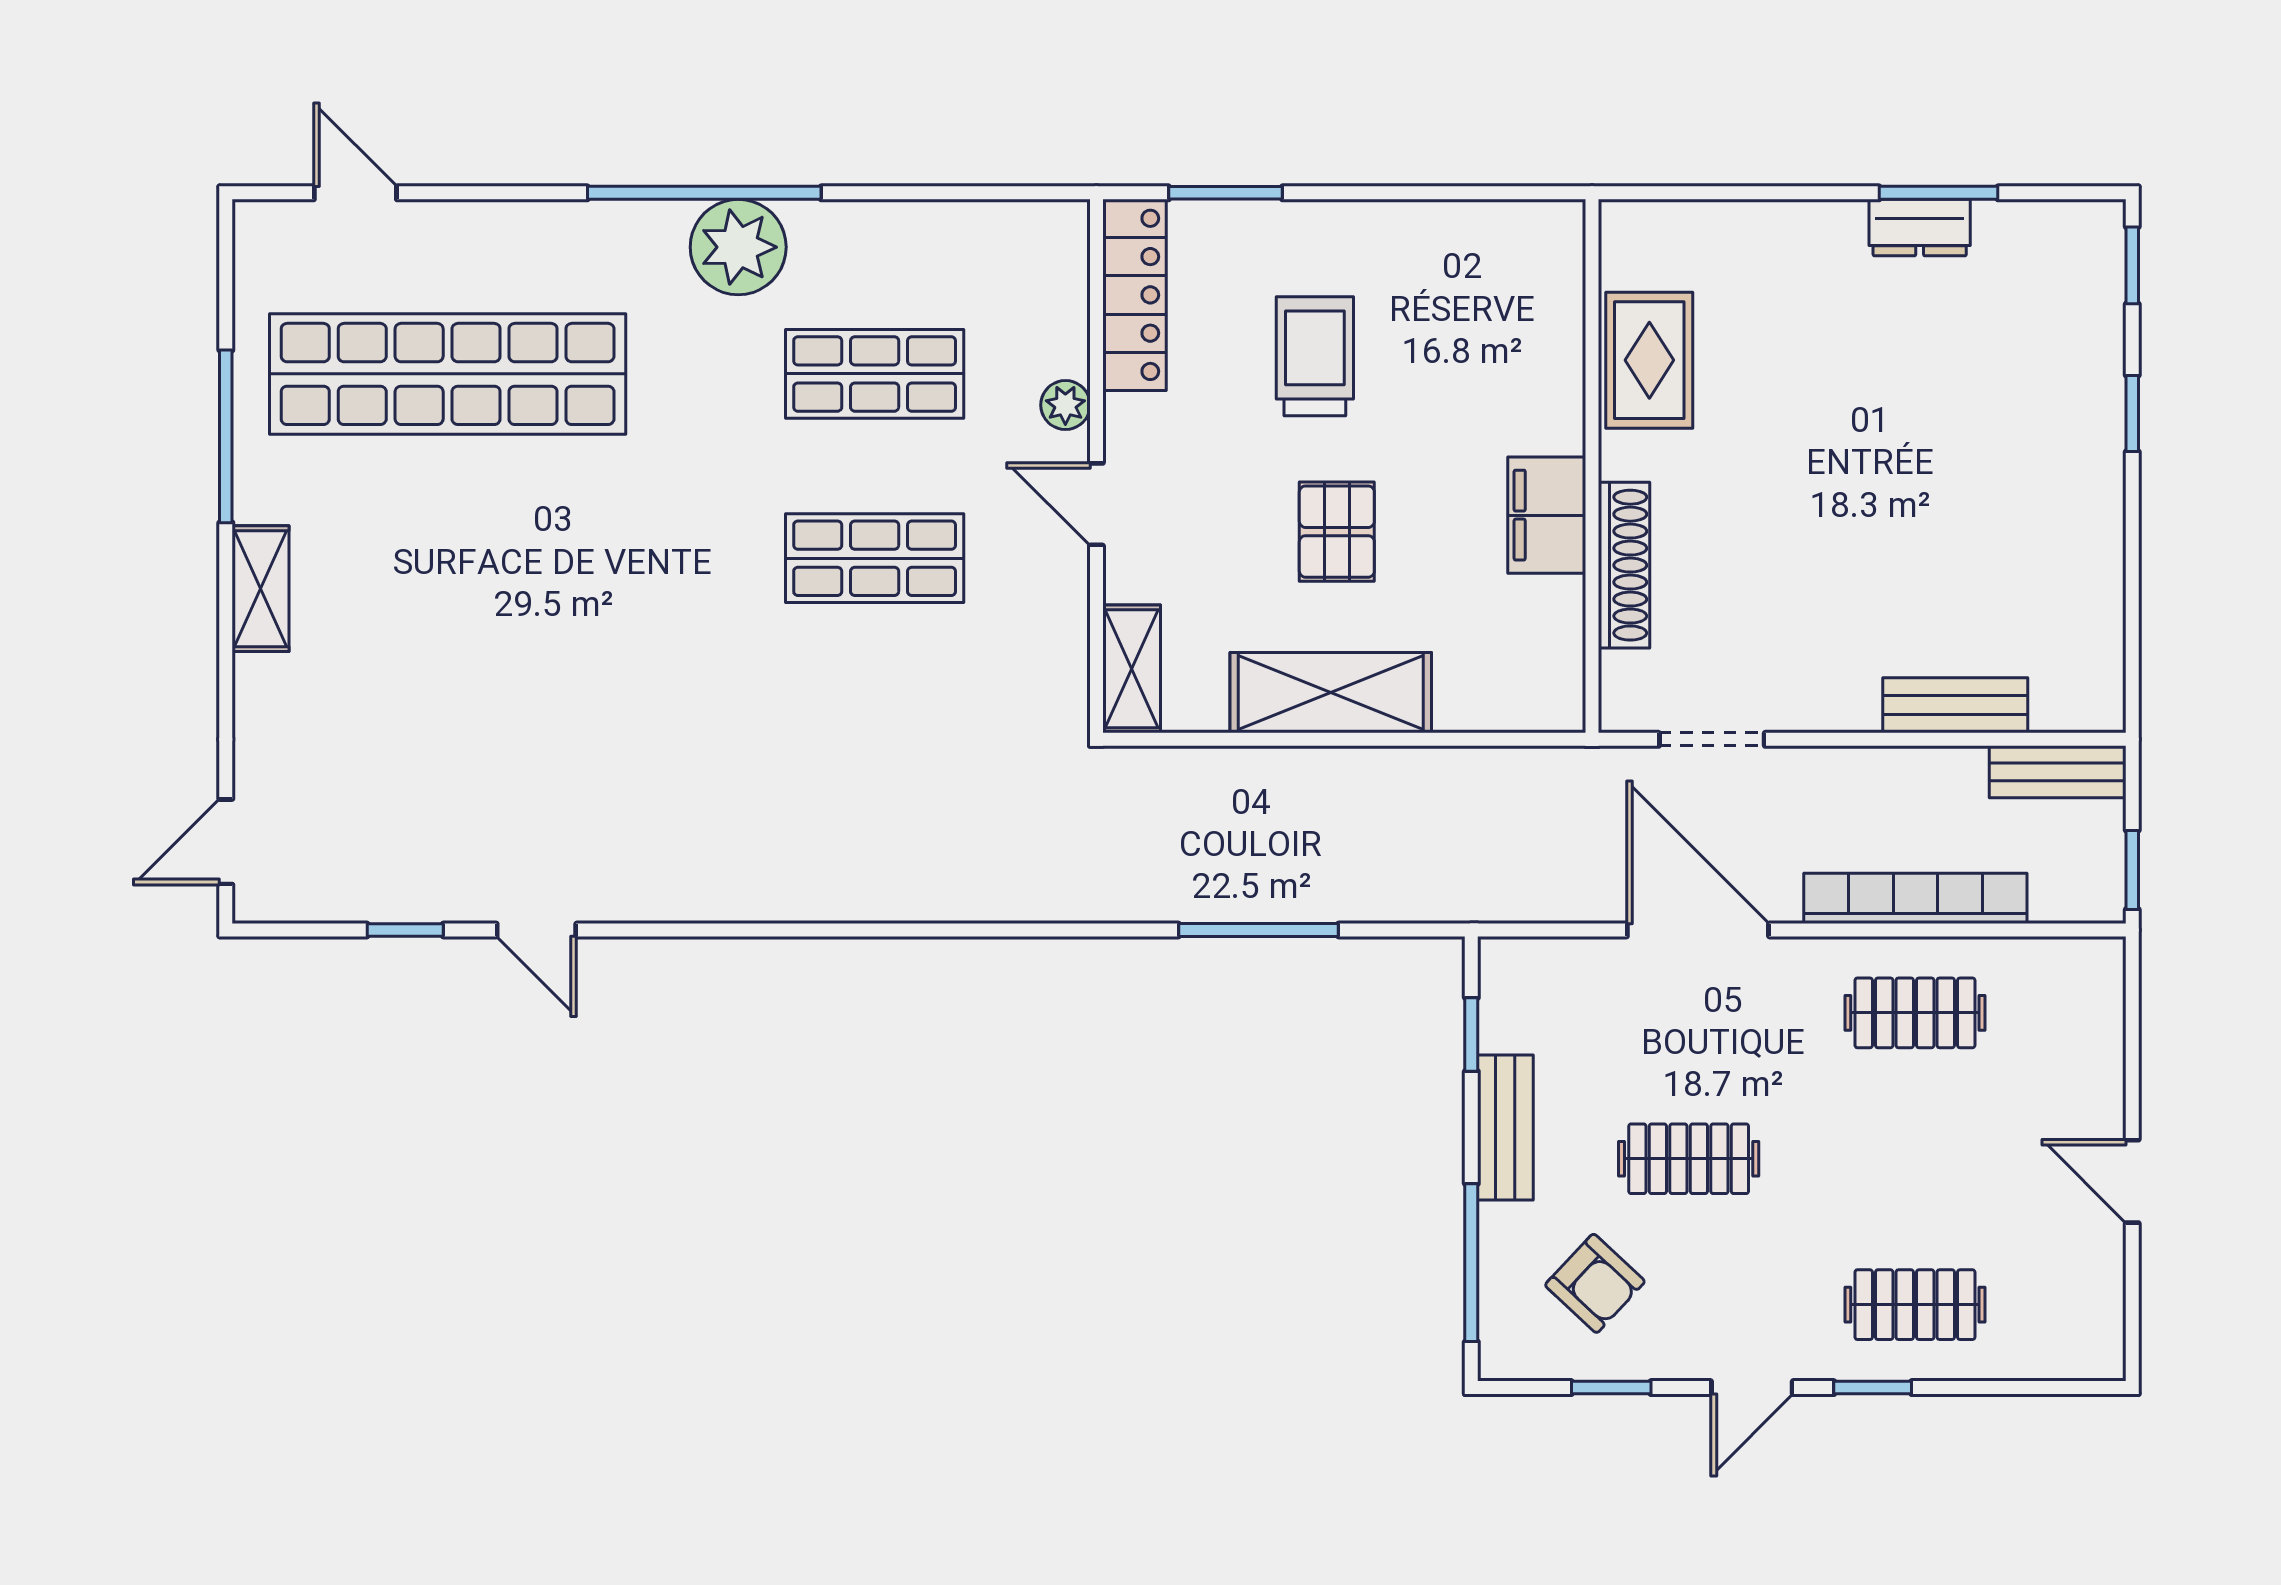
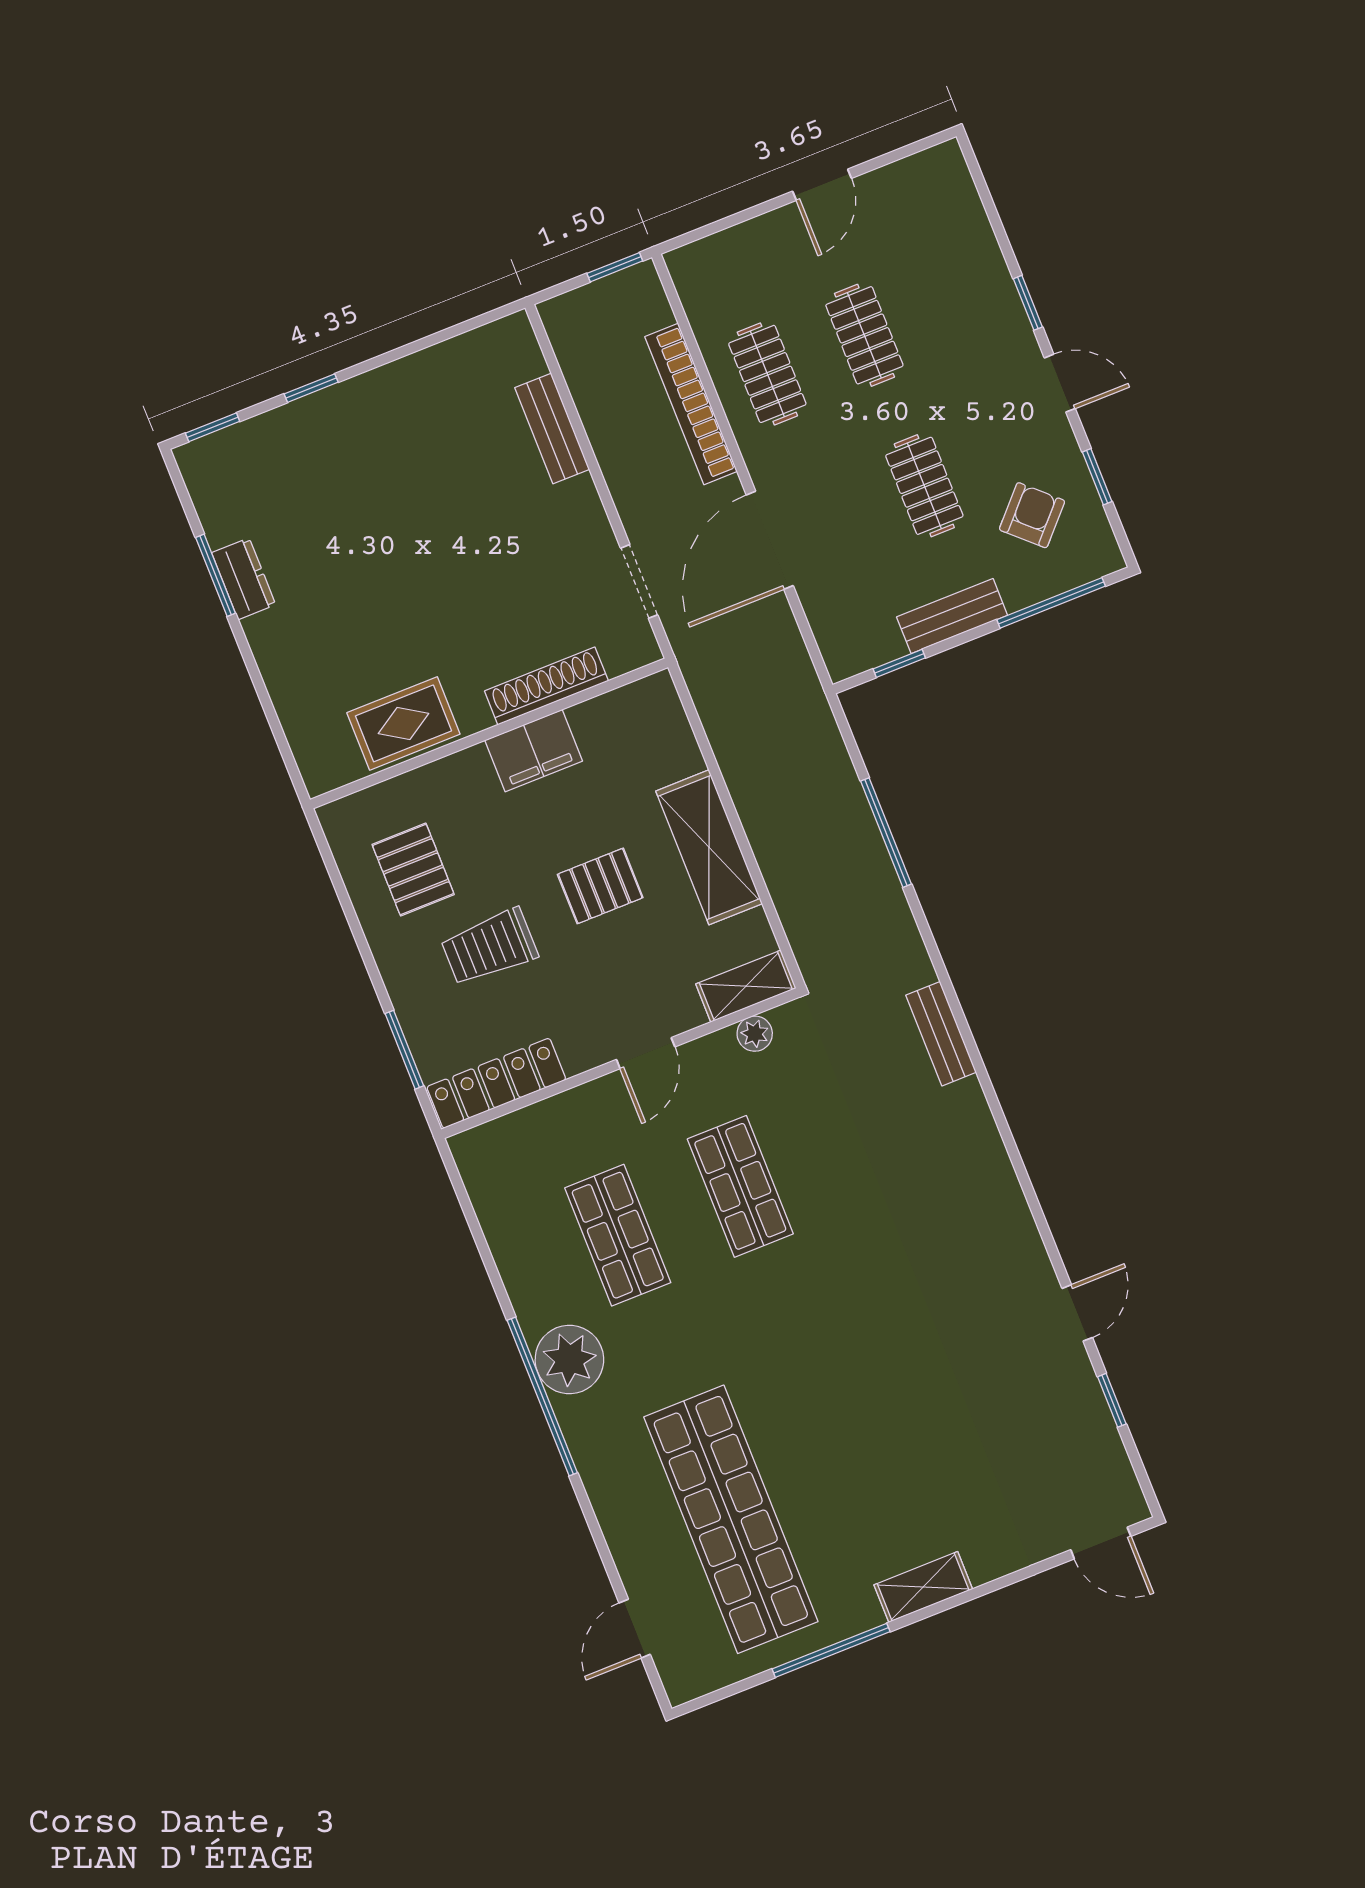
pallet: (1455, 297) -> (413, 869), added
plant: (1065, 405) -> (755, 1034), moved
bench: (2058, 772) -> (941, 1034), moved
clothes rail: (1915, 1305) -> (864, 335), moved

